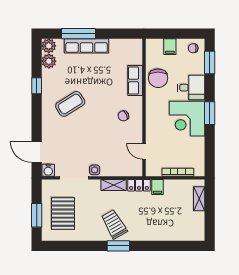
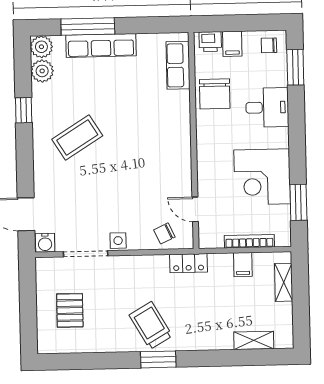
printer: (156, 45) -> (210, 42), added
row of seats: (135, 81) -> (178, 65), moved
window: (210, 113) -> (298, 202), moved
chair: (123, 116) -> (164, 233), moved
corner desk: (187, 119) -> (262, 177), moved
shelving: (114, 185) -> (254, 340), moved
filing cabinet: (158, 187) -> (243, 265), moved
pallet: (63, 214) -> (70, 310), width x0.67, depth x0.71
window: (37, 215) -> (28, 314), removed

